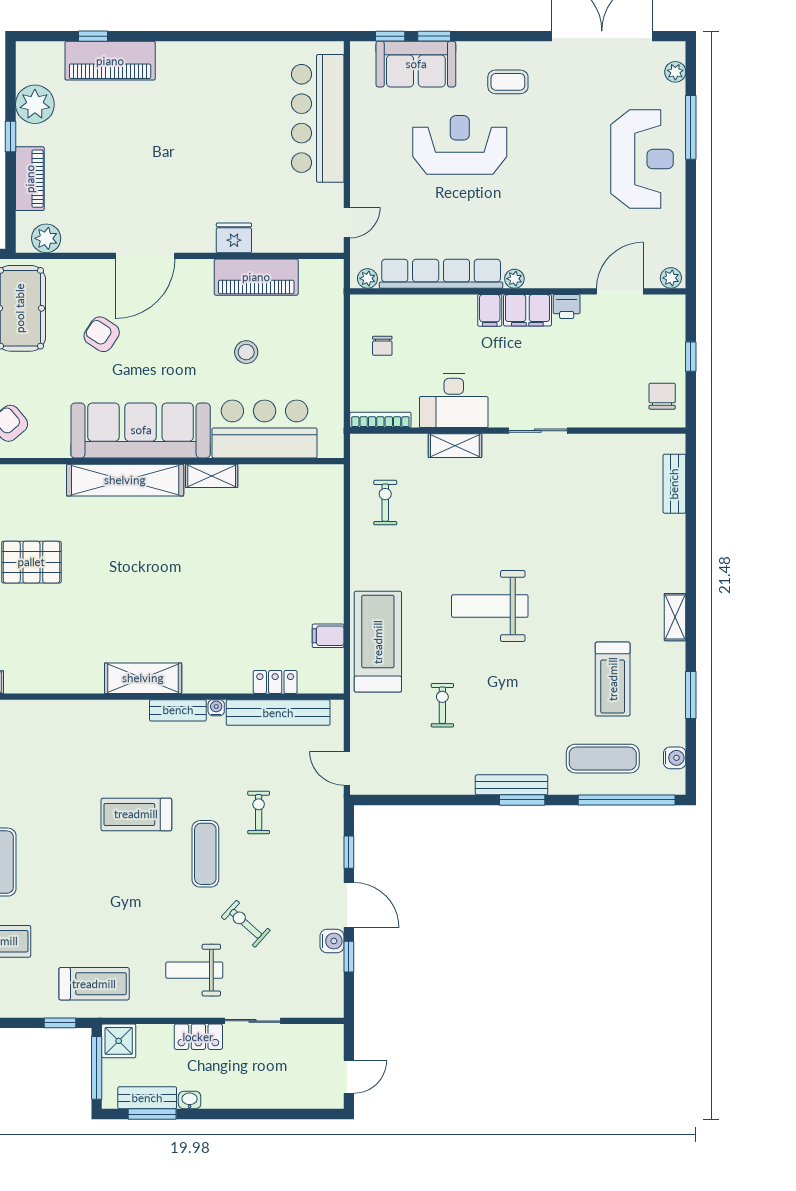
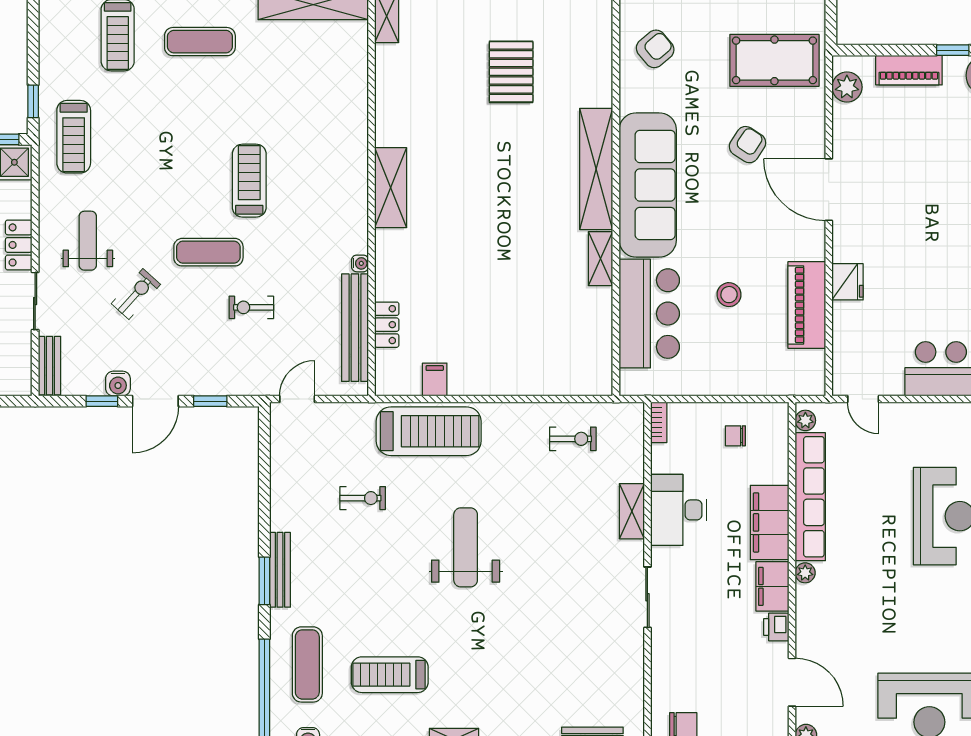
filing cabinet: (490, 310) -> (770, 522), width x3.00, depth x1.17
bookcase: (380, 420) -> (659, 422), width x0.64
bench: (178, 710) -> (49, 366), moved
exercise bike: (259, 812) -> (251, 307), turned 180

